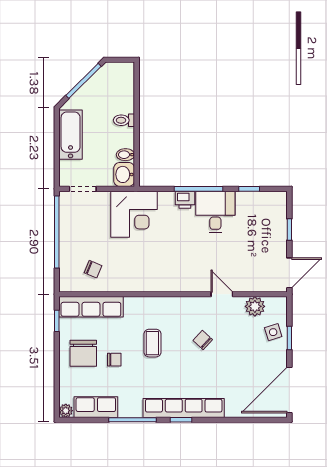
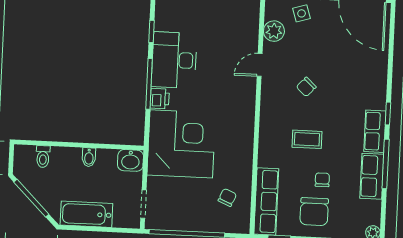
toilet: (124, 120) -> (43, 157), moved
bidet: (125, 155) -> (89, 157), moved
desk: (215, 212) -> (174, 60), width x1.37
corner desk: (134, 214) -> (181, 144), width x1.36, depth x1.36
chair: (83, 353) -> (314, 212), turned 90
row of seats: (96, 407) -> (372, 176), moved
row of seats: (184, 408) -> (375, 131), width x0.50

